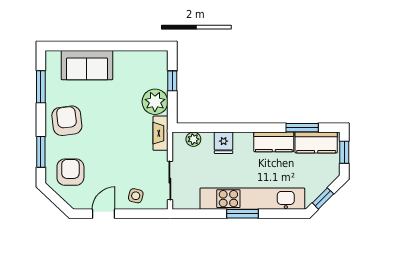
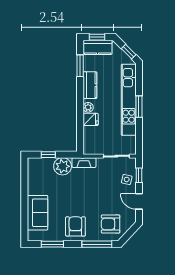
armchair: (67, 121) -> (75, 226), turned 97
plant: (193, 139) -> (88, 107), moved
kitchen counter: (316, 142) -> (98, 47), moved, turned 90
window: (41, 152) -> (97, 244), width x1.44
window: (142, 214) -> (139, 175), added

